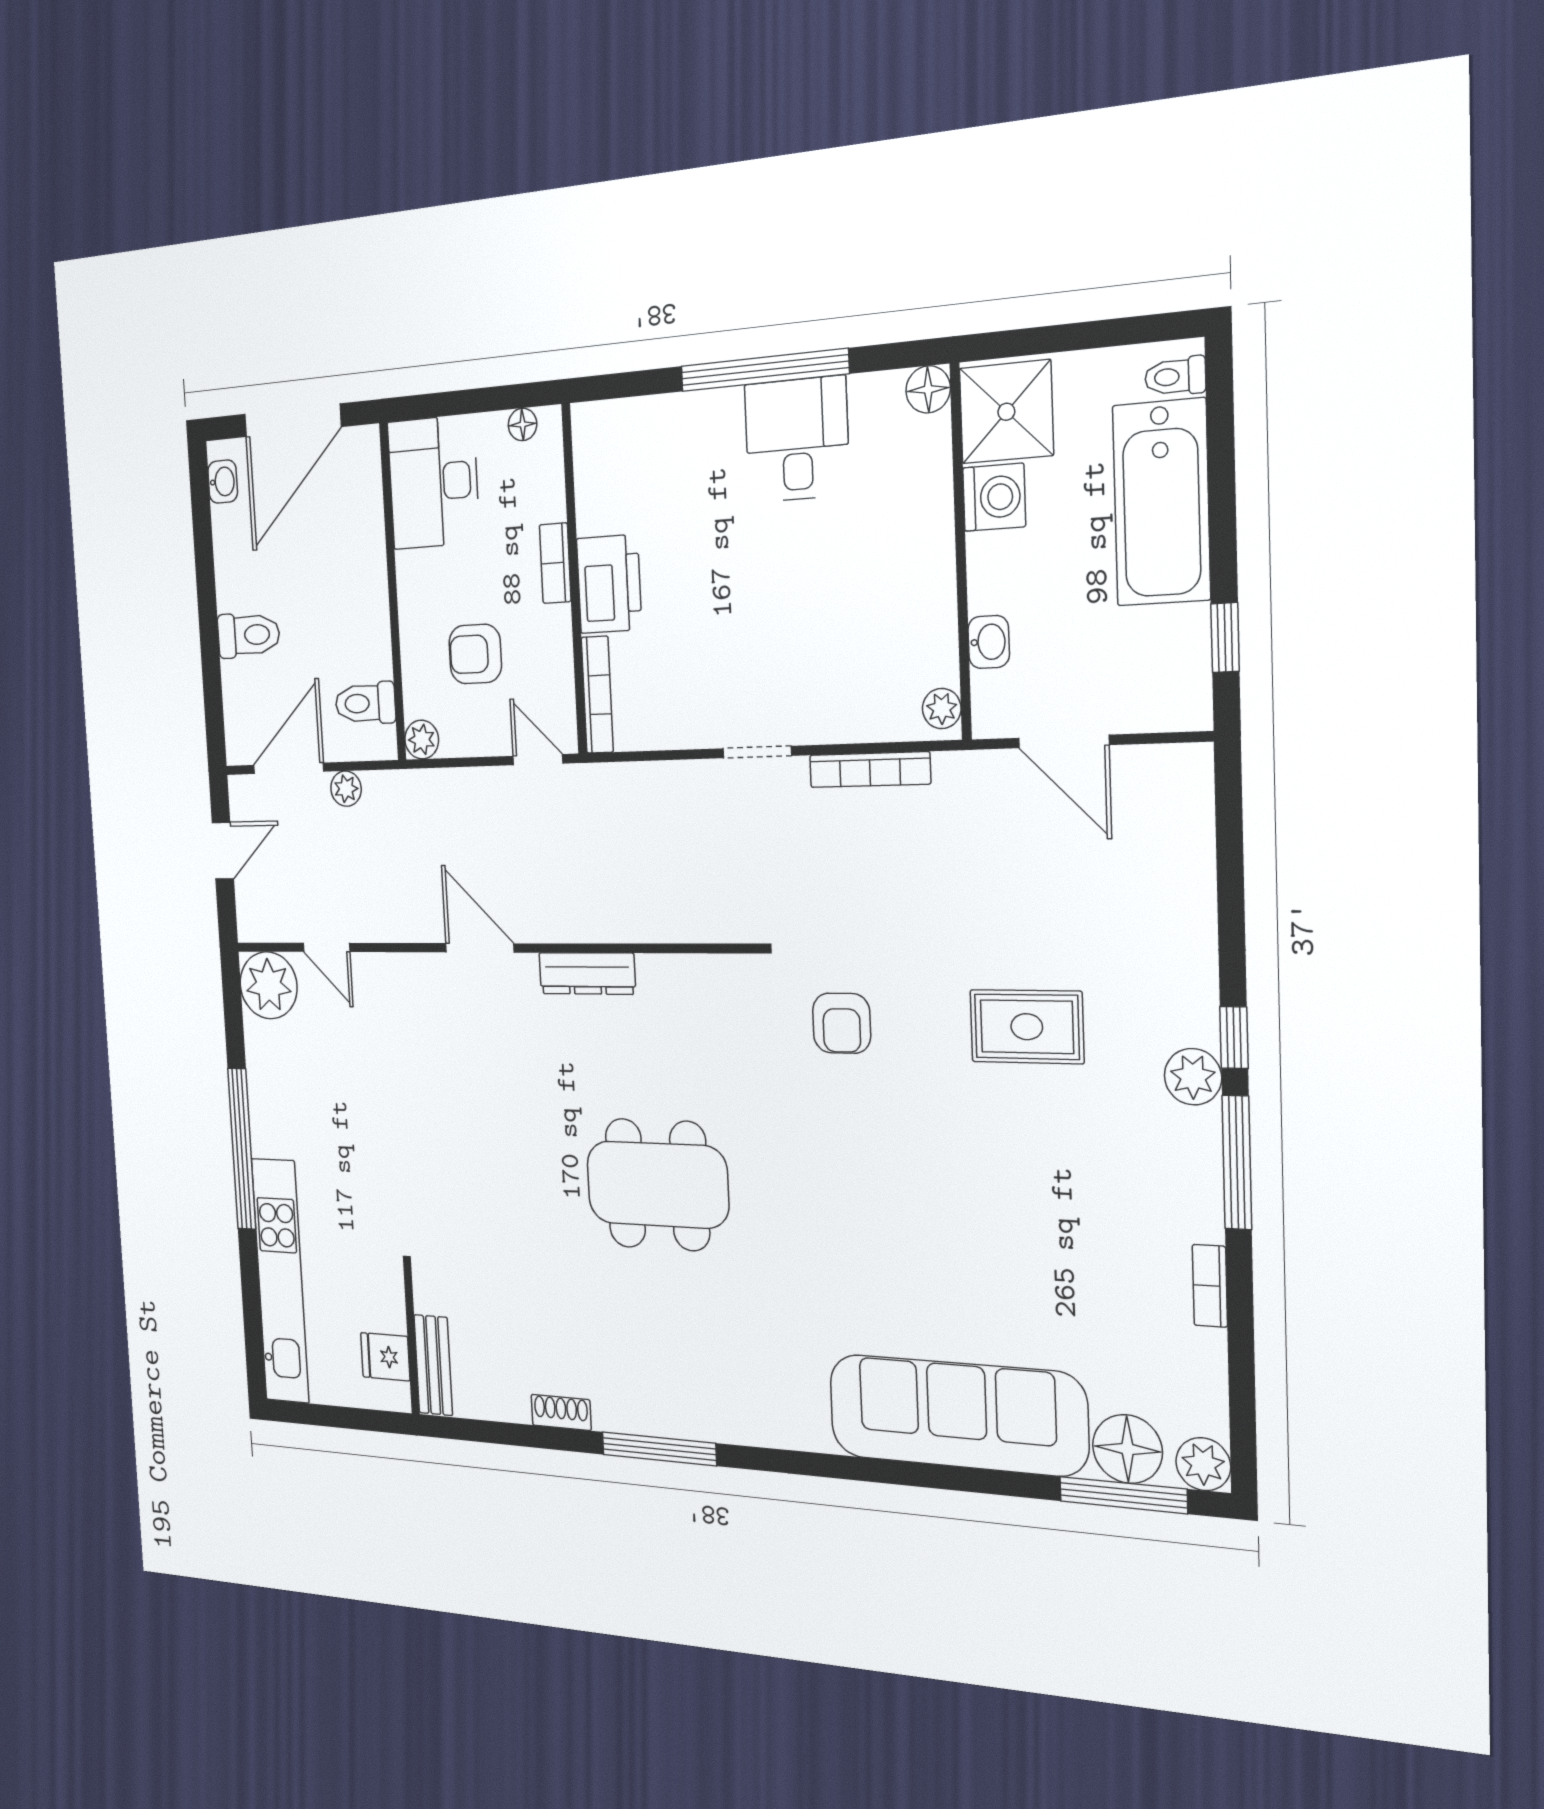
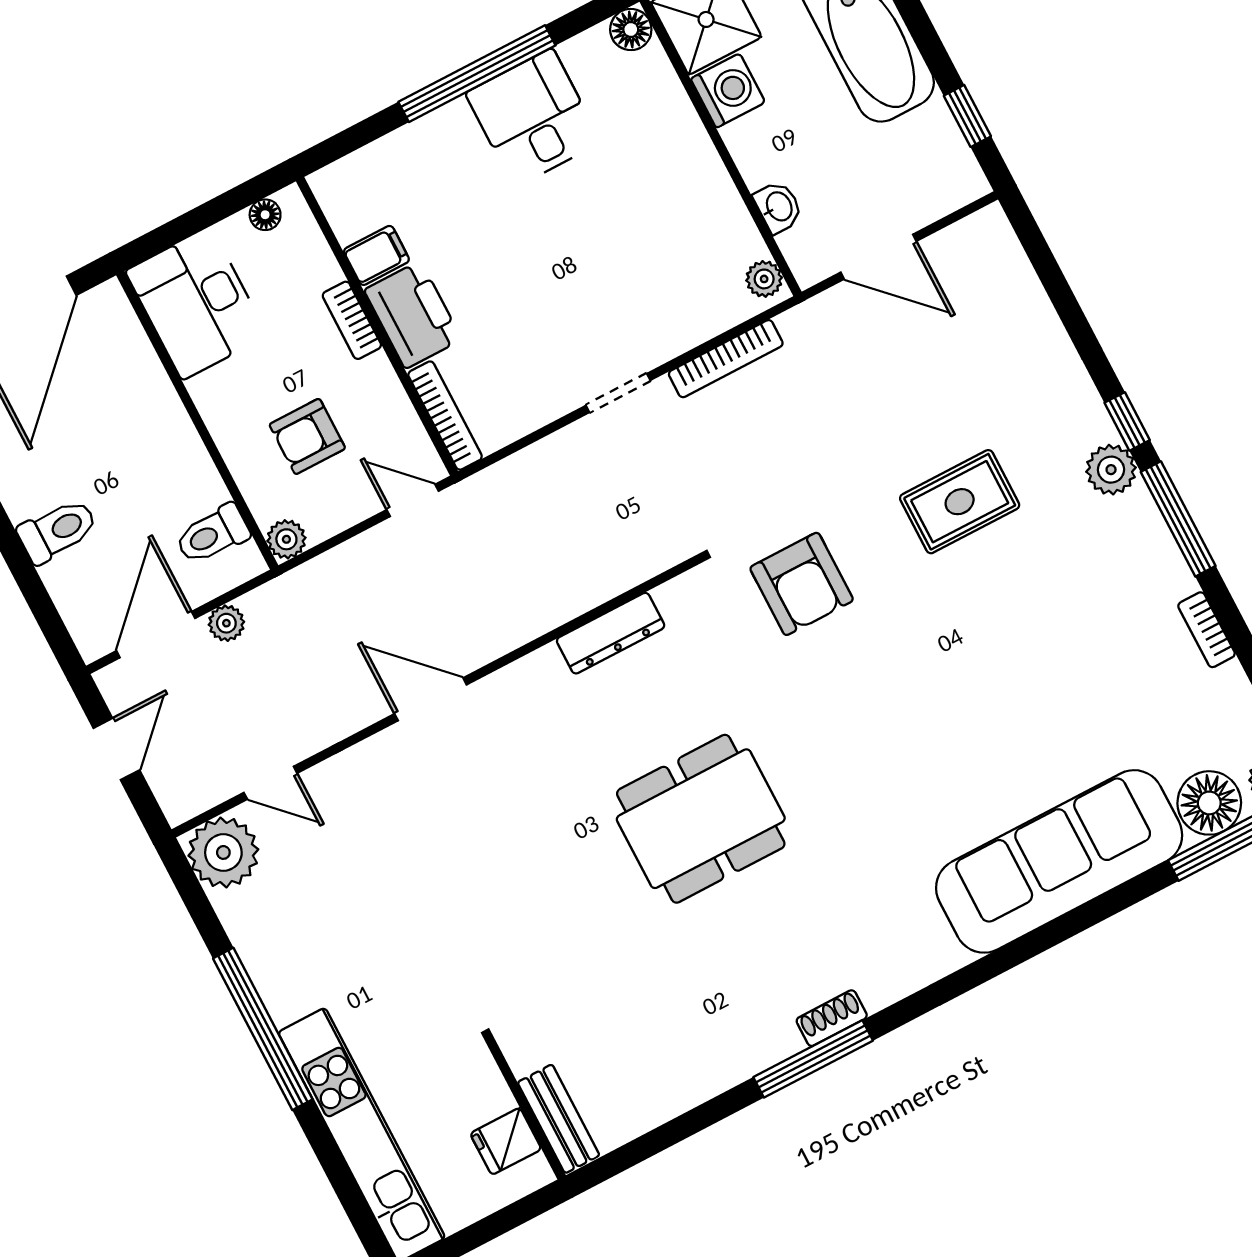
filing cabinet: (601, 511) -> (376, 255), added
dresser: (587, 973) -> (611, 633), moved
armchair: (842, 1023) -> (802, 584), width x1.38, depth x1.38
shoe rack: (561, 1412) -> (832, 1018), moved

